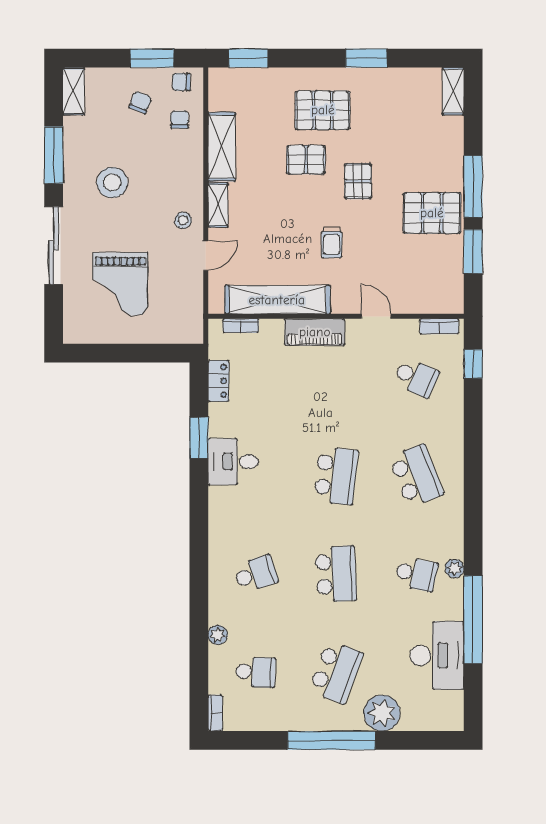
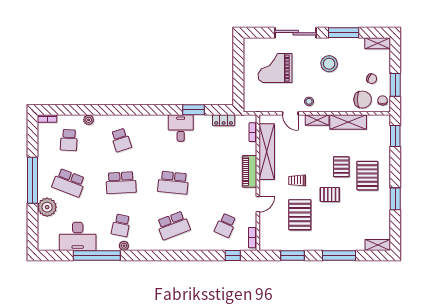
chair: (180, 119) -> (363, 100), width x1.87, depth x1.87
window: (473, 186) -> (339, 256), moved
pallet: (432, 213) -> (300, 215), moved

